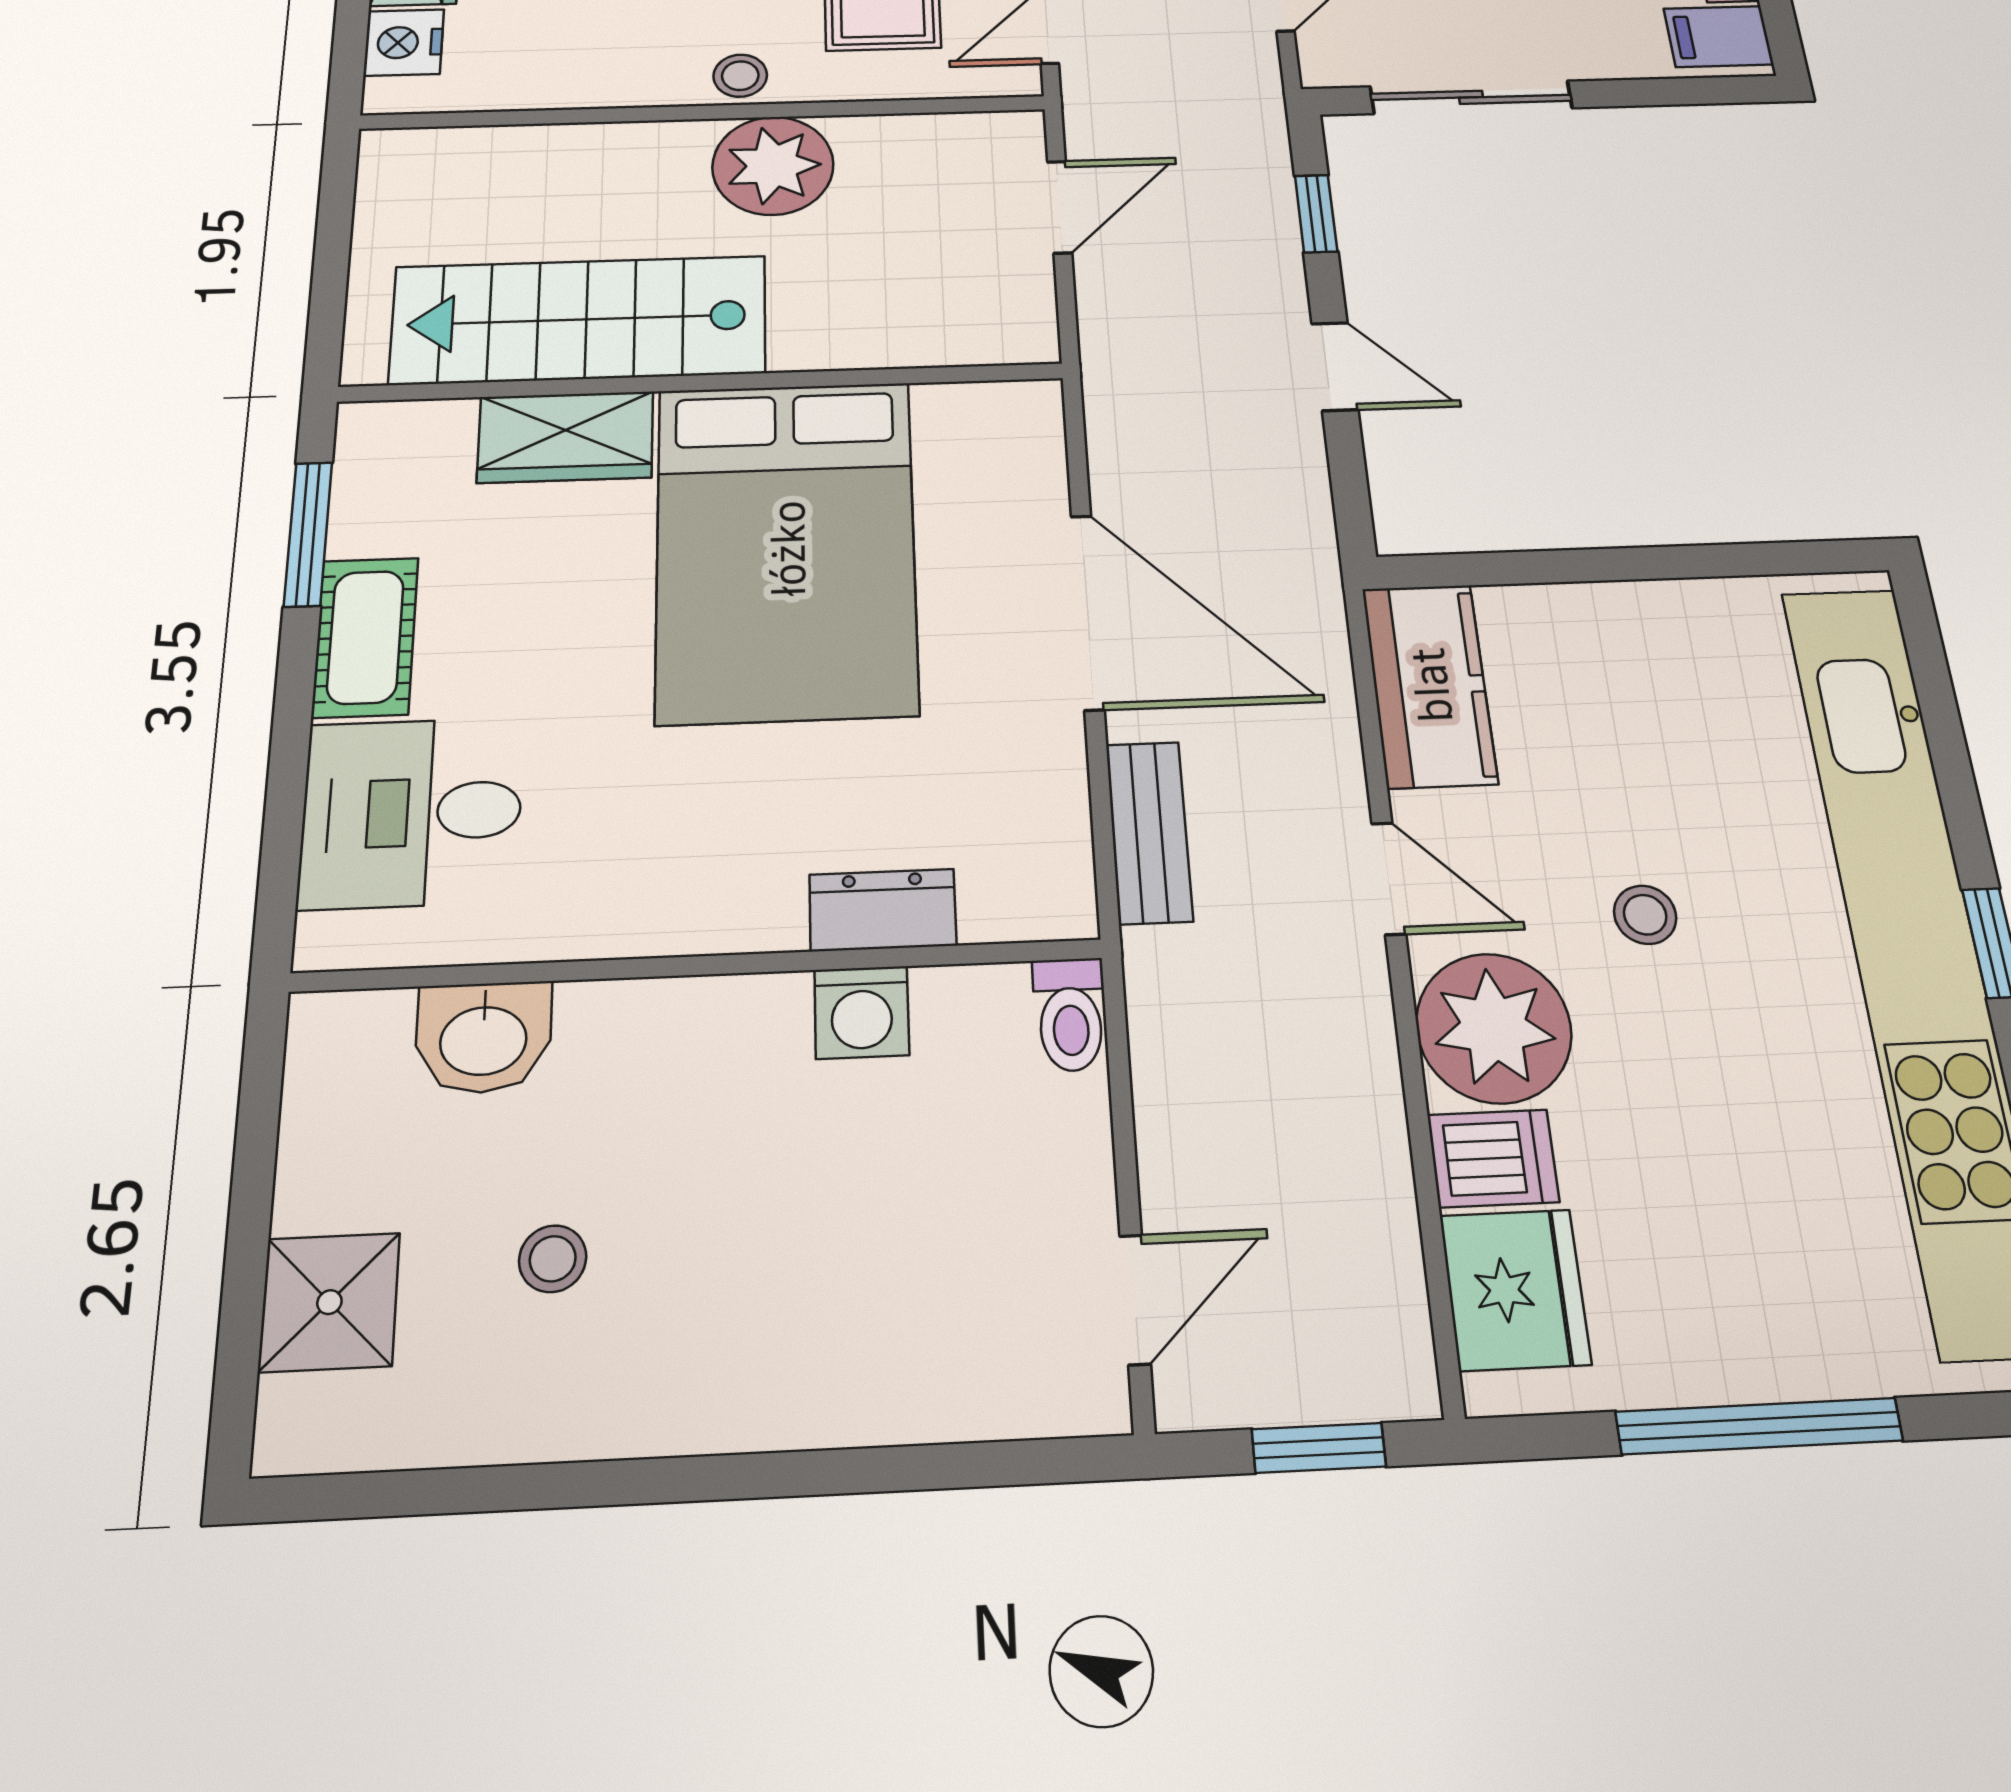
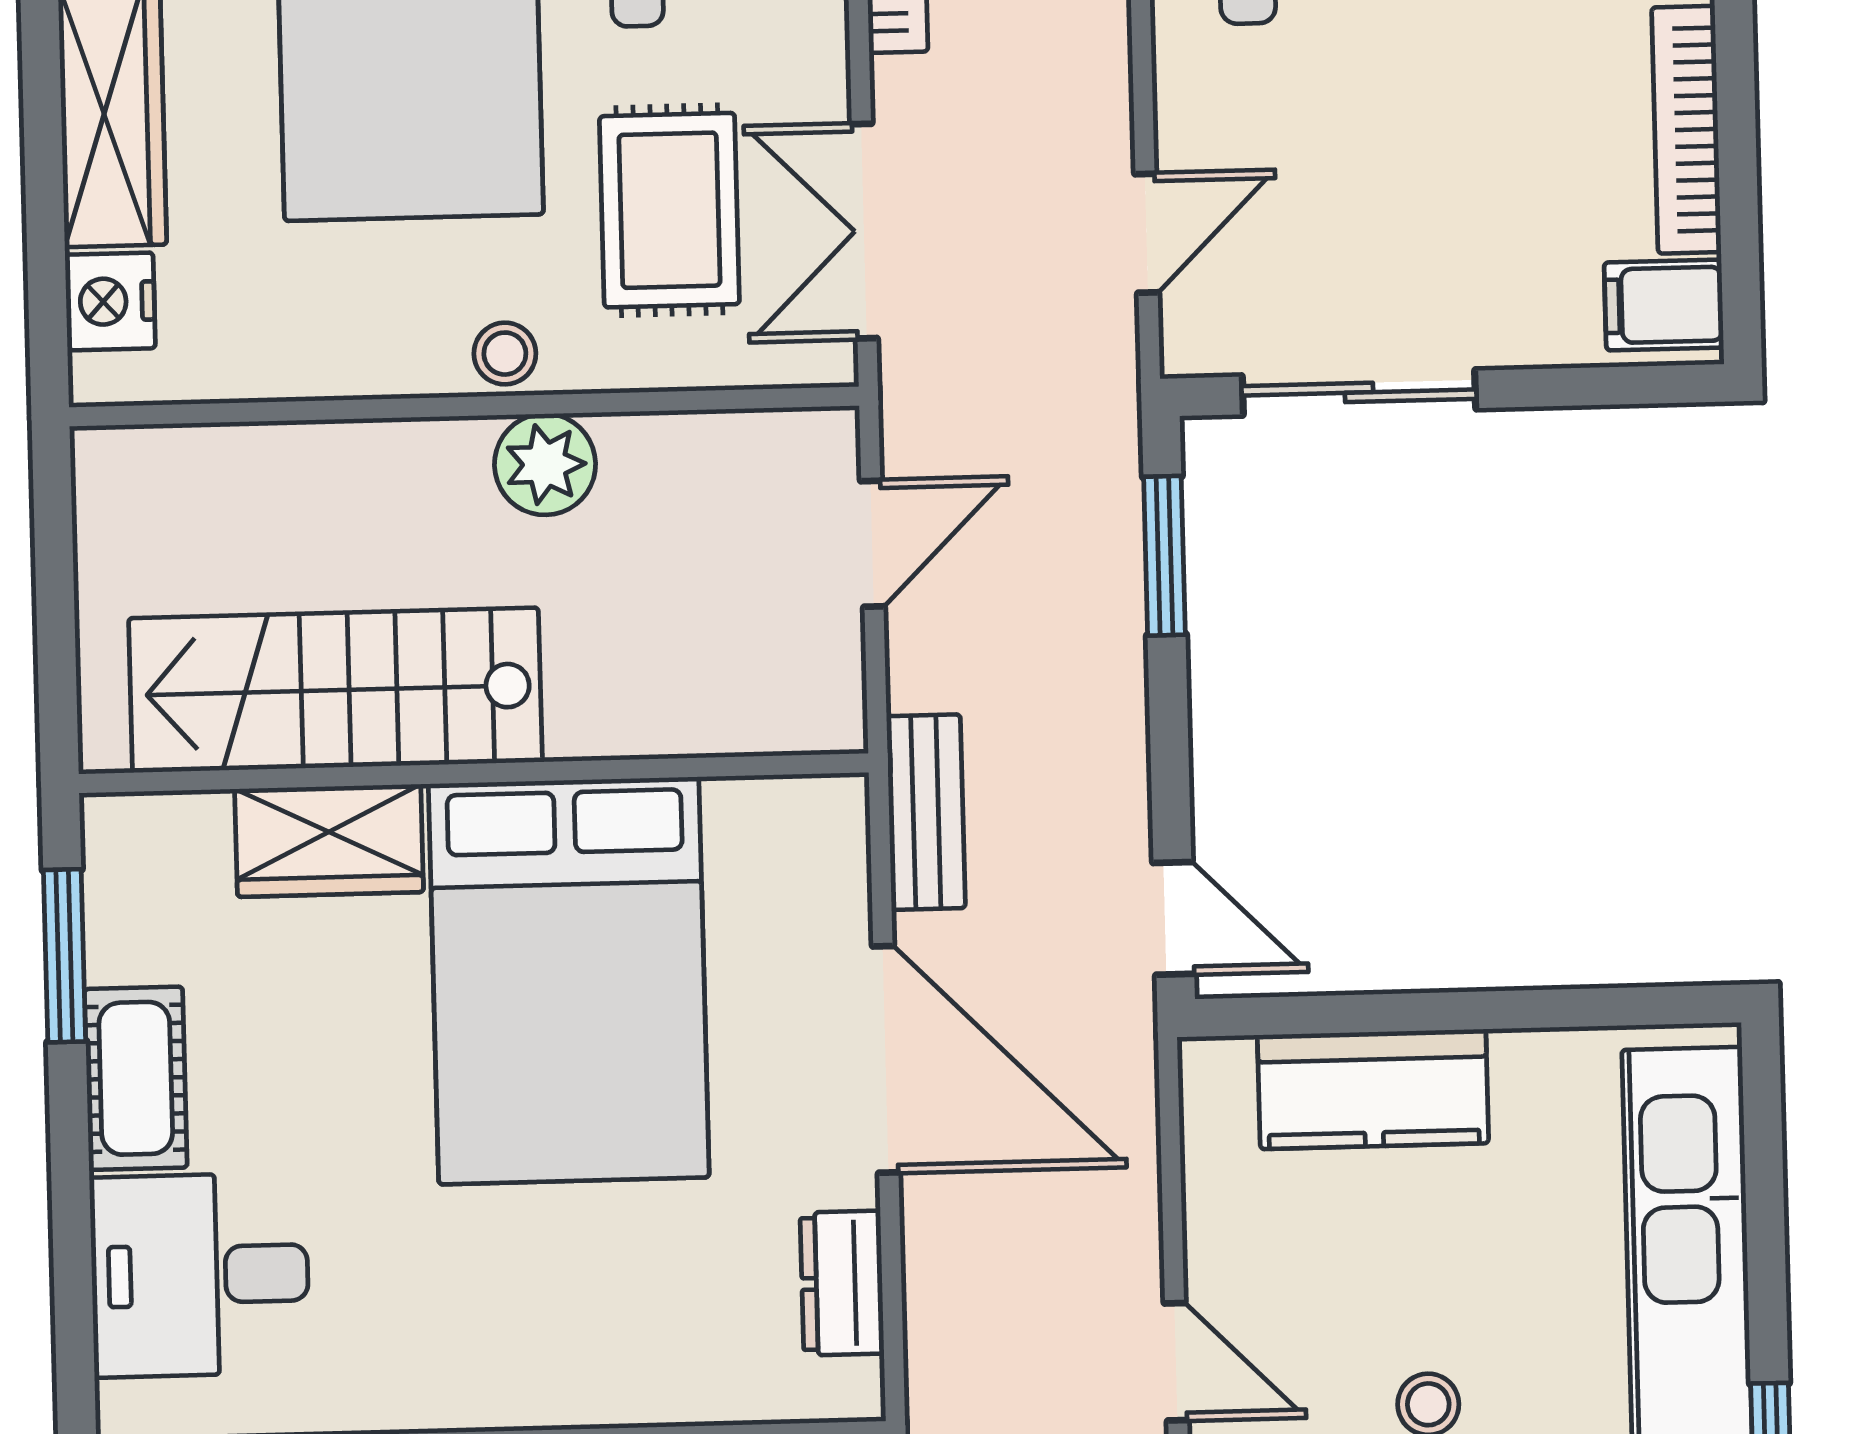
plant: (773, 166) -> (545, 464), width x0.73, depth x0.73
window: (1316, 214) -> (1164, 556), width x1.50
door: (1335, 366) -> (1174, 918), moved
kitchen counter: (1429, 685) -> (1373, 1089), moved, turned 90
bench: (1149, 832) -> (926, 812), moved
dresser: (883, 910) -> (842, 1283), moved, turned -90

